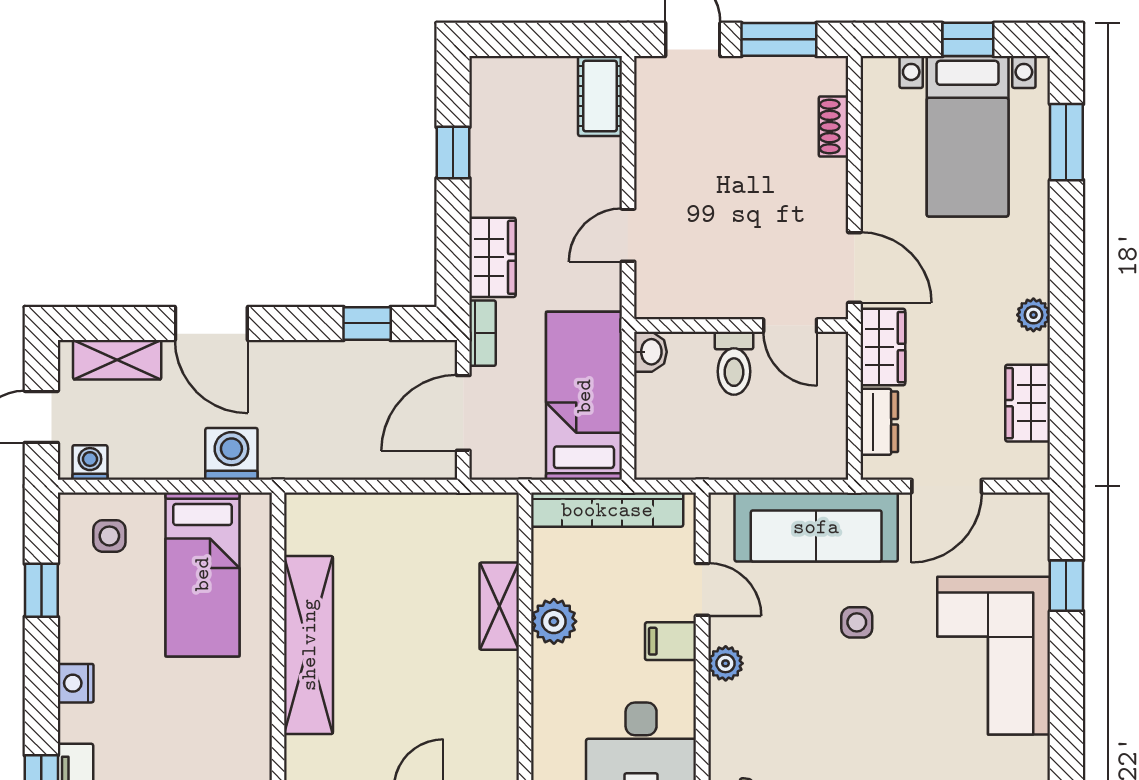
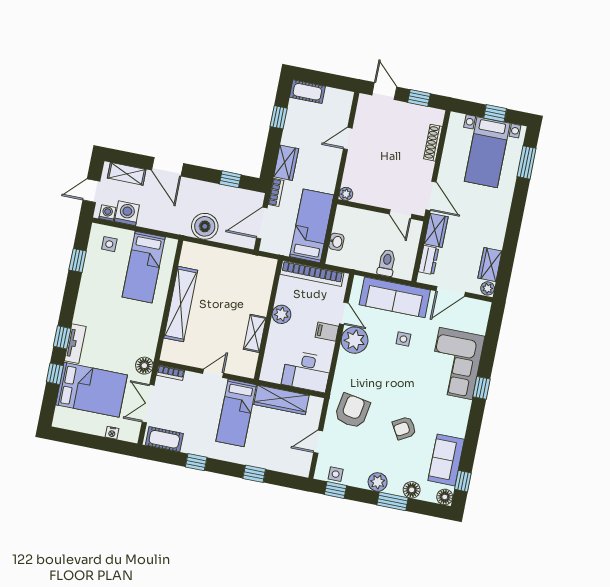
window: (779, 39) -> (419, 98), width x0.67
cot: (600, 96) -> (307, 92), moved, turned 90
shoe rack: (834, 127) -> (433, 143), width x1.43
door: (628, 235) -> (348, 139), moved
plant: (650, 303) -> (346, 194), added
plant: (1033, 315) -> (488, 288), moved
washbasin: (650, 352) -> (336, 242), moved
toilet: (734, 363) -> (387, 263), moved, turned 180
boiler: (329, 448) -> (205, 226), added
washing machine: (231, 454) -> (127, 213), moved
window: (1066, 586) -> (481, 388), moved
shelving: (499, 606) -> (255, 333), moved
plant: (726, 663) -> (355, 340), width x1.87, depth x1.87
nightstand: (76, 683) -> (84, 301), removed

